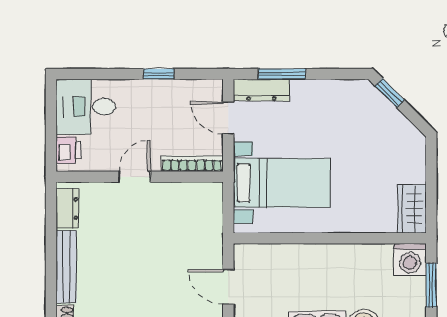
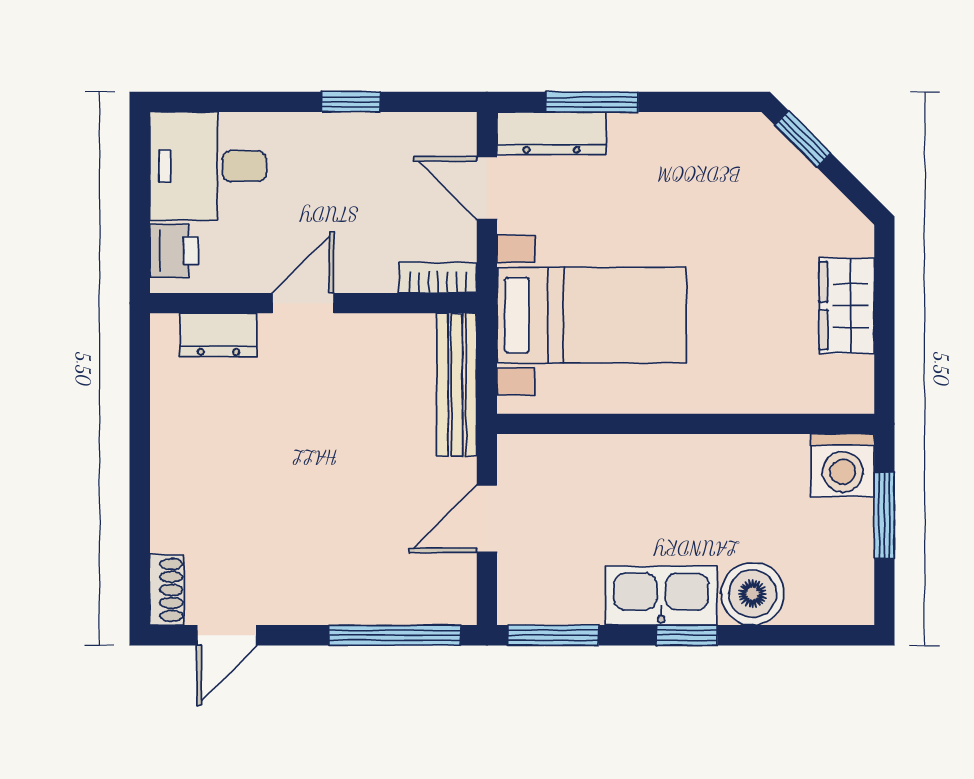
bookcase: (192, 164) -> (438, 278), width x0.64
dresser: (67, 209) -> (218, 335), moved, turned 90
wardrobe: (412, 209) -> (847, 306), moved
bench: (66, 267) -> (457, 384), moved
door: (228, 287) -> (487, 519), hinge flipped

